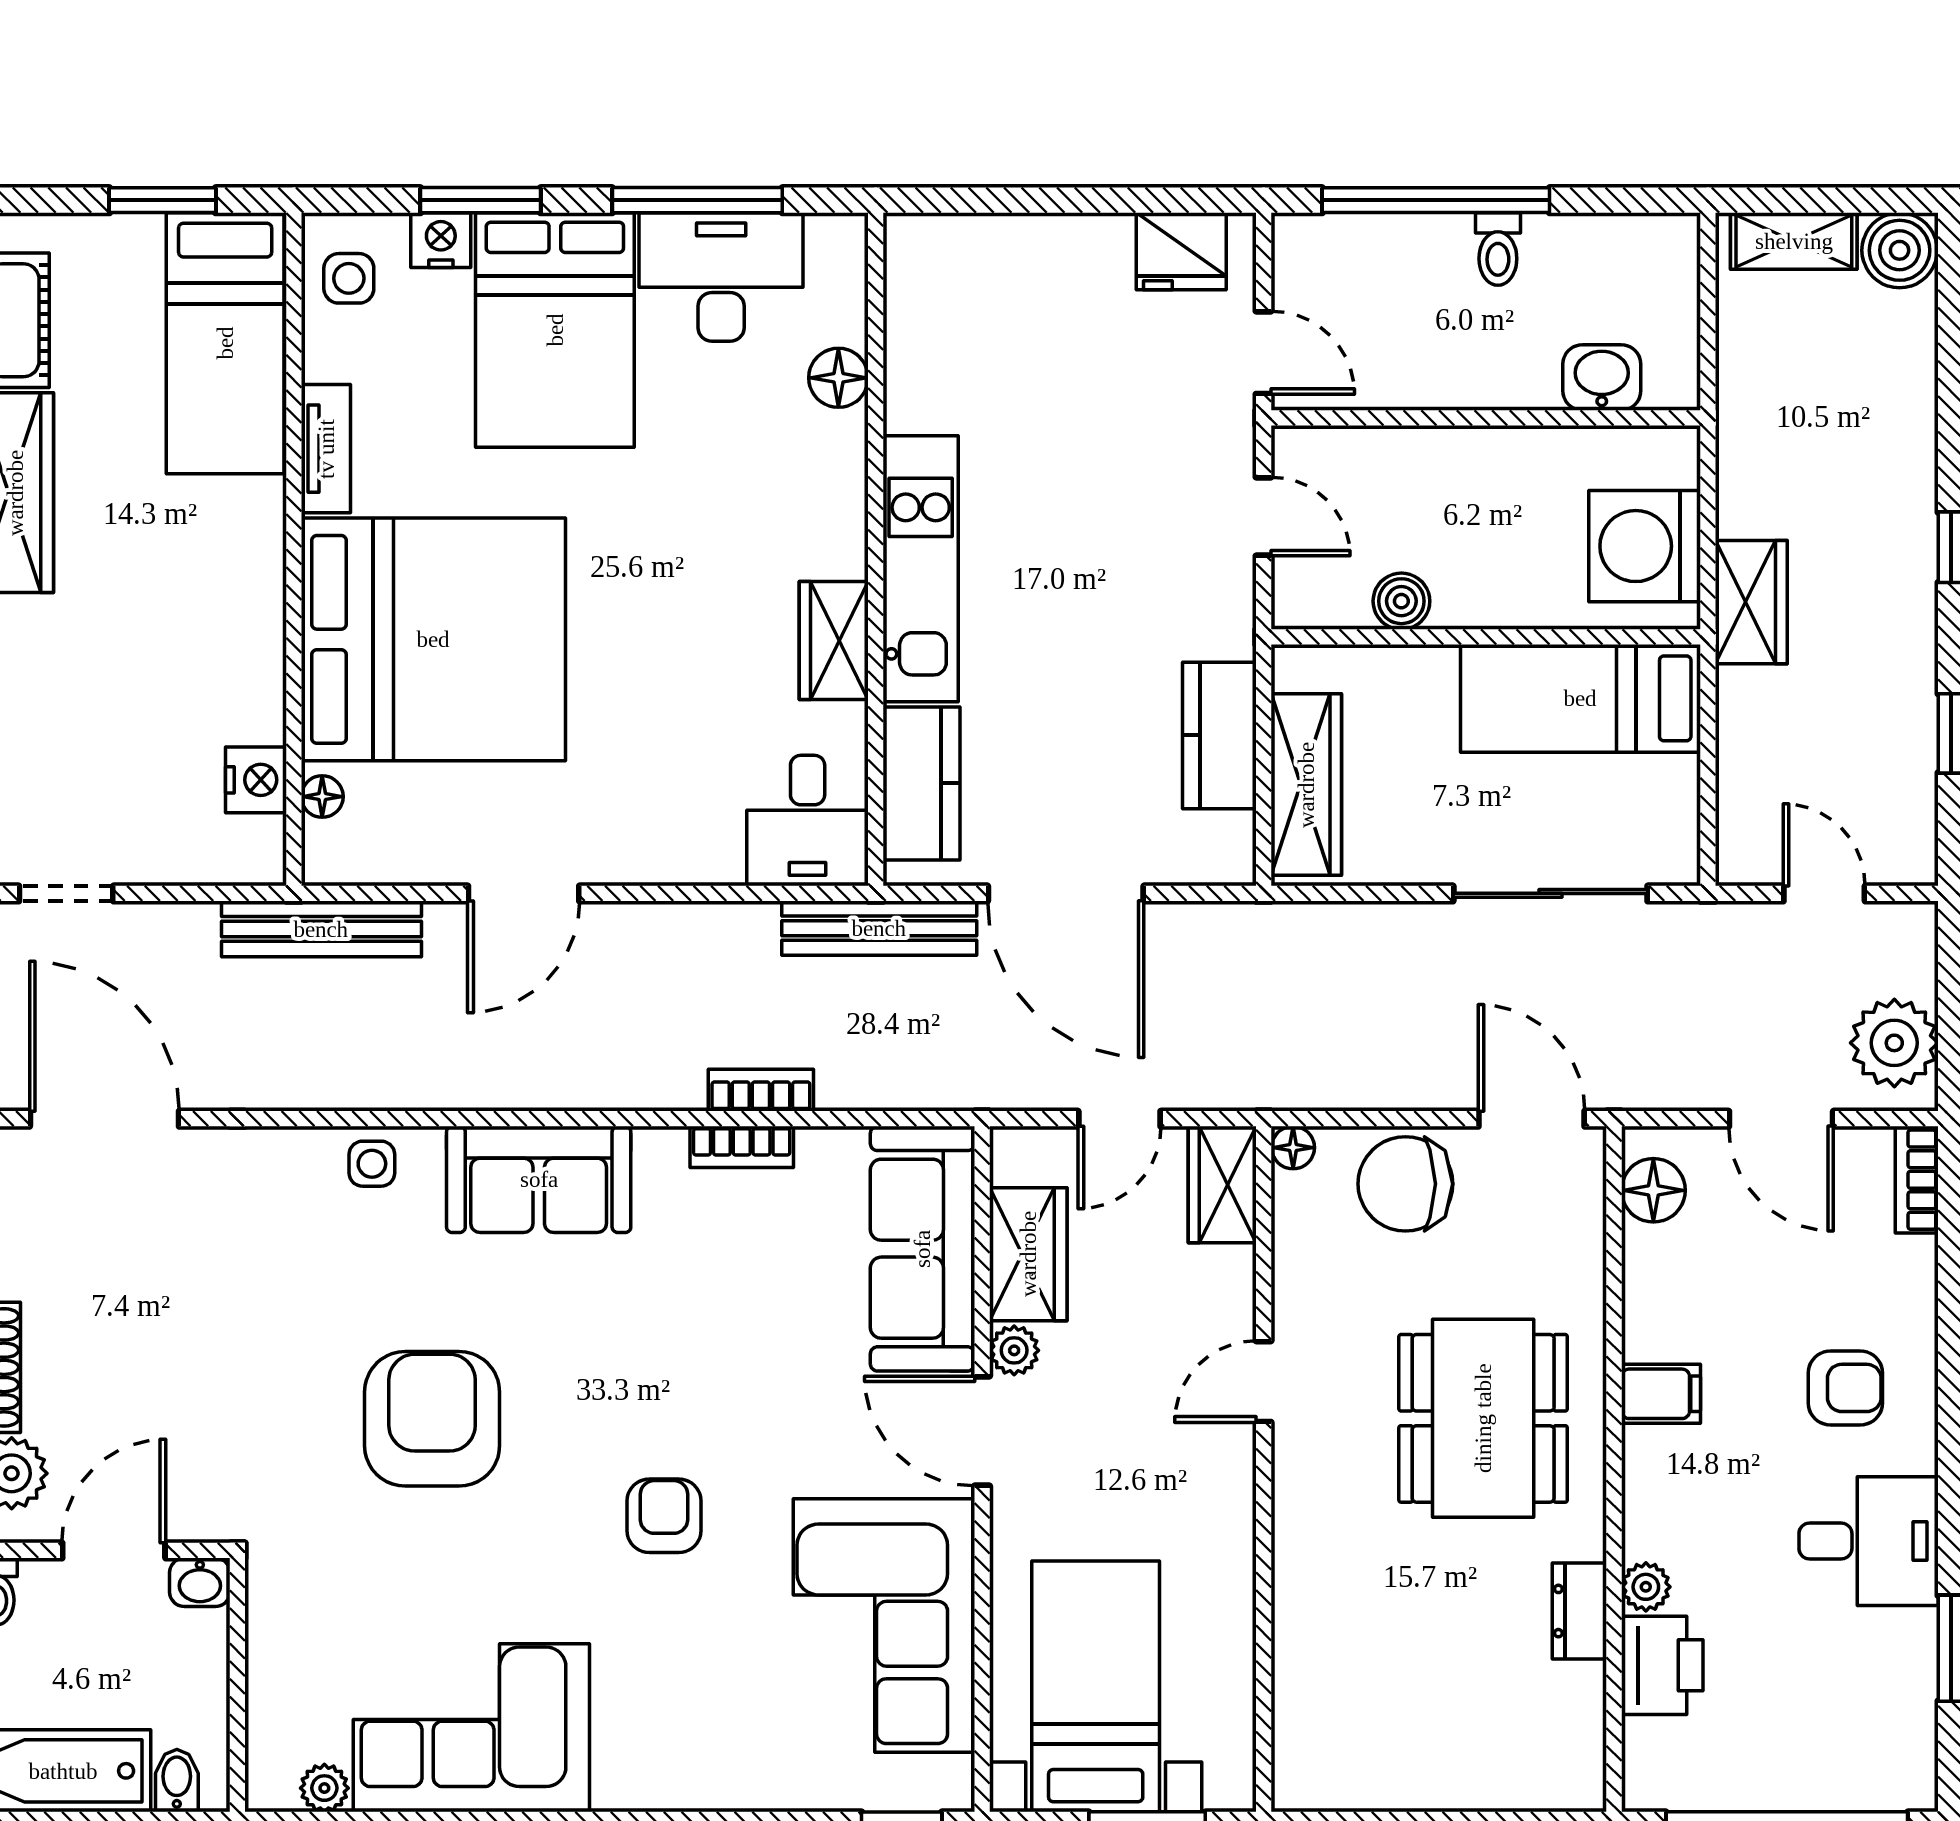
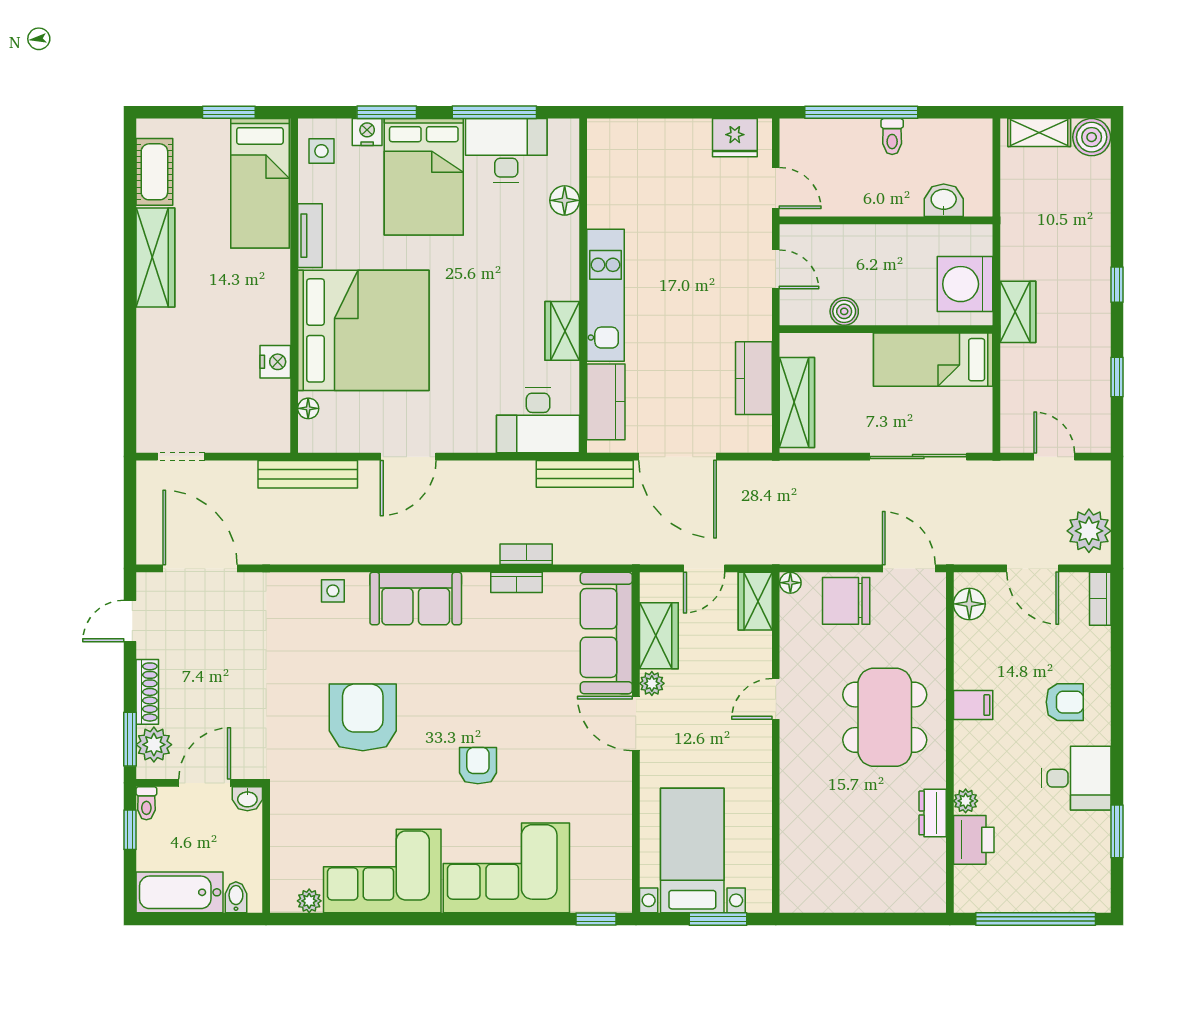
nightstand: (256, 780) -> (275, 362), moved
desk: (808, 821) -> (538, 420), width x1.37
corner sofa: (884, 1625) -> (506, 868), moved, turned 90

